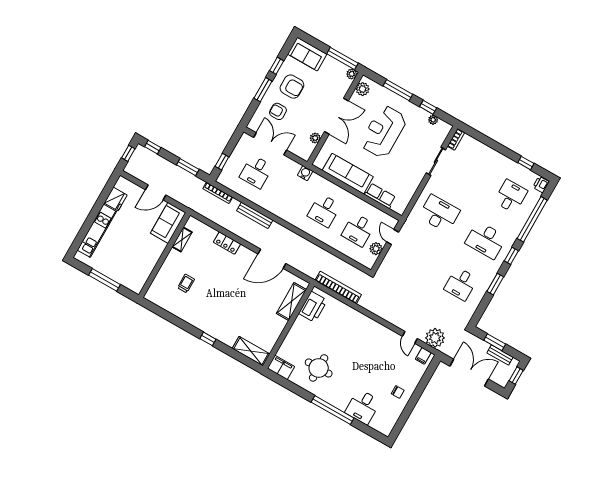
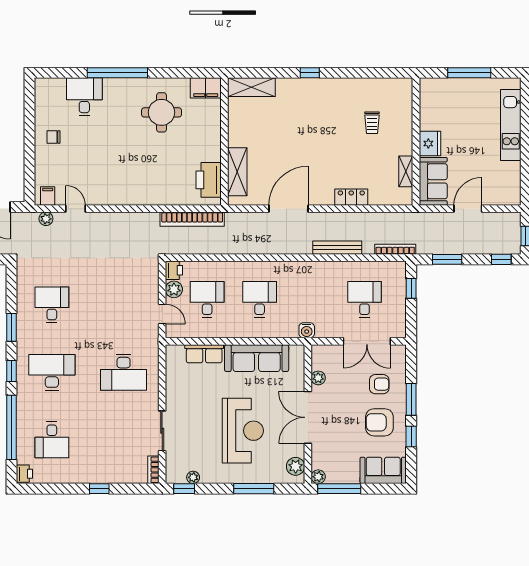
window: (428, 107) -> (184, 489), moved
window: (526, 163) -> (99, 489), moved
fridge: (116, 199) -> (430, 144), moved, turned 180
printer: (369, 261) -> (174, 270), added
plant: (435, 338) -> (46, 219), width x0.53, depth x0.53

